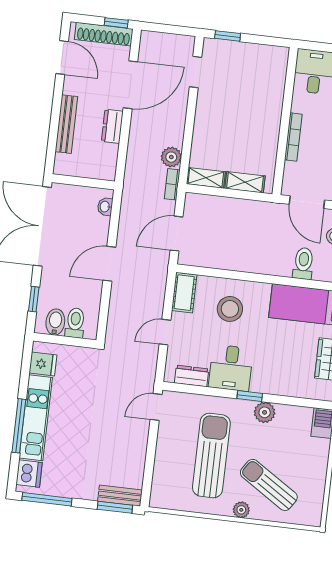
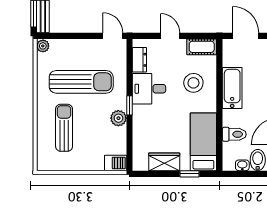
bathtub: (243, 259) -> (232, 88), added
sun lounger: (269, 485) -> (64, 128), turned -33
plant: (241, 510) -> (43, 46), moved

